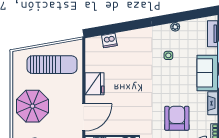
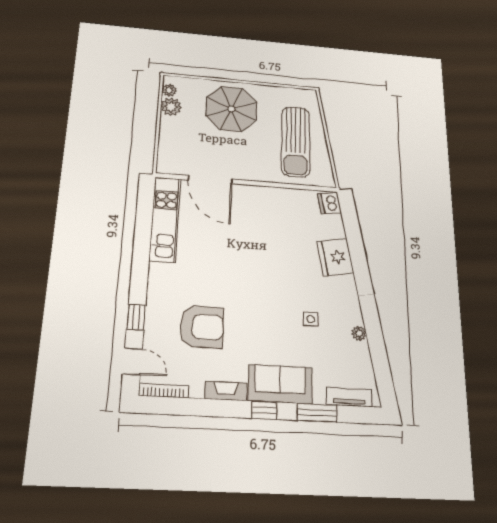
dishwasher: (109, 40) -> (329, 203), moved
fridge: (94, 84) -> (335, 257), moved, turned 80

